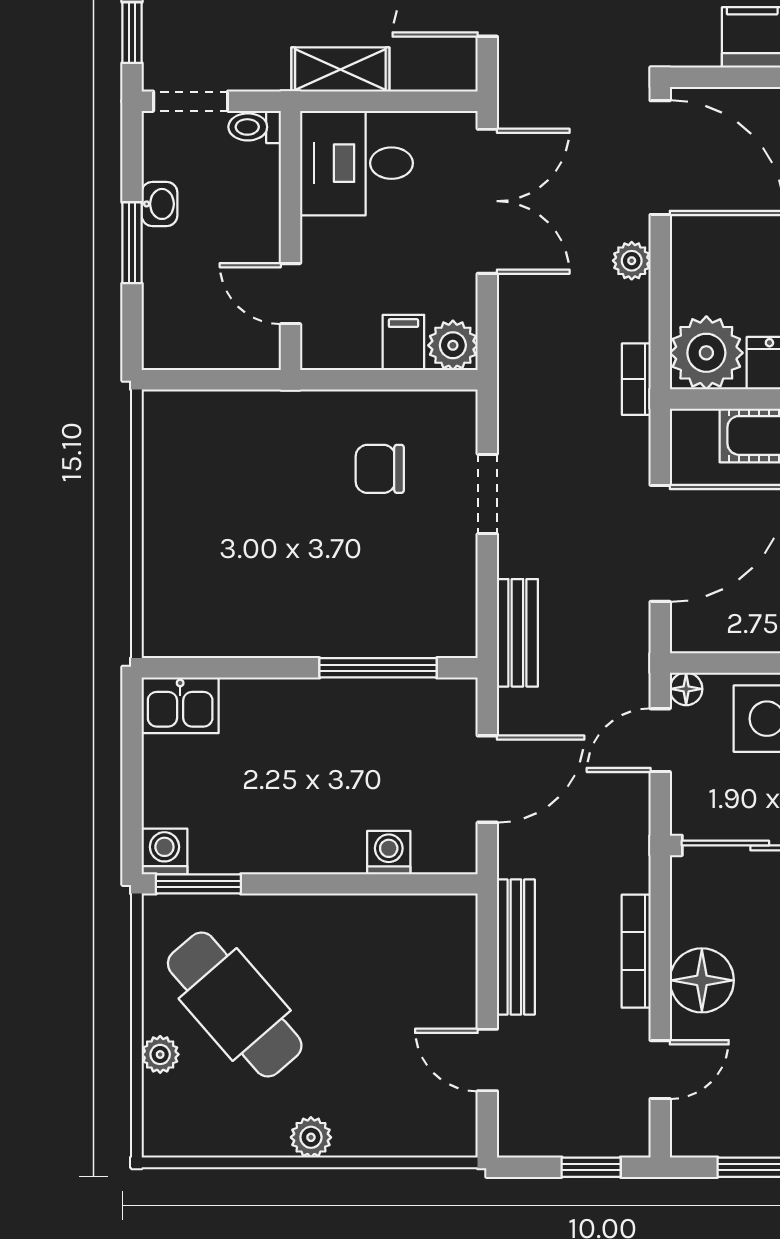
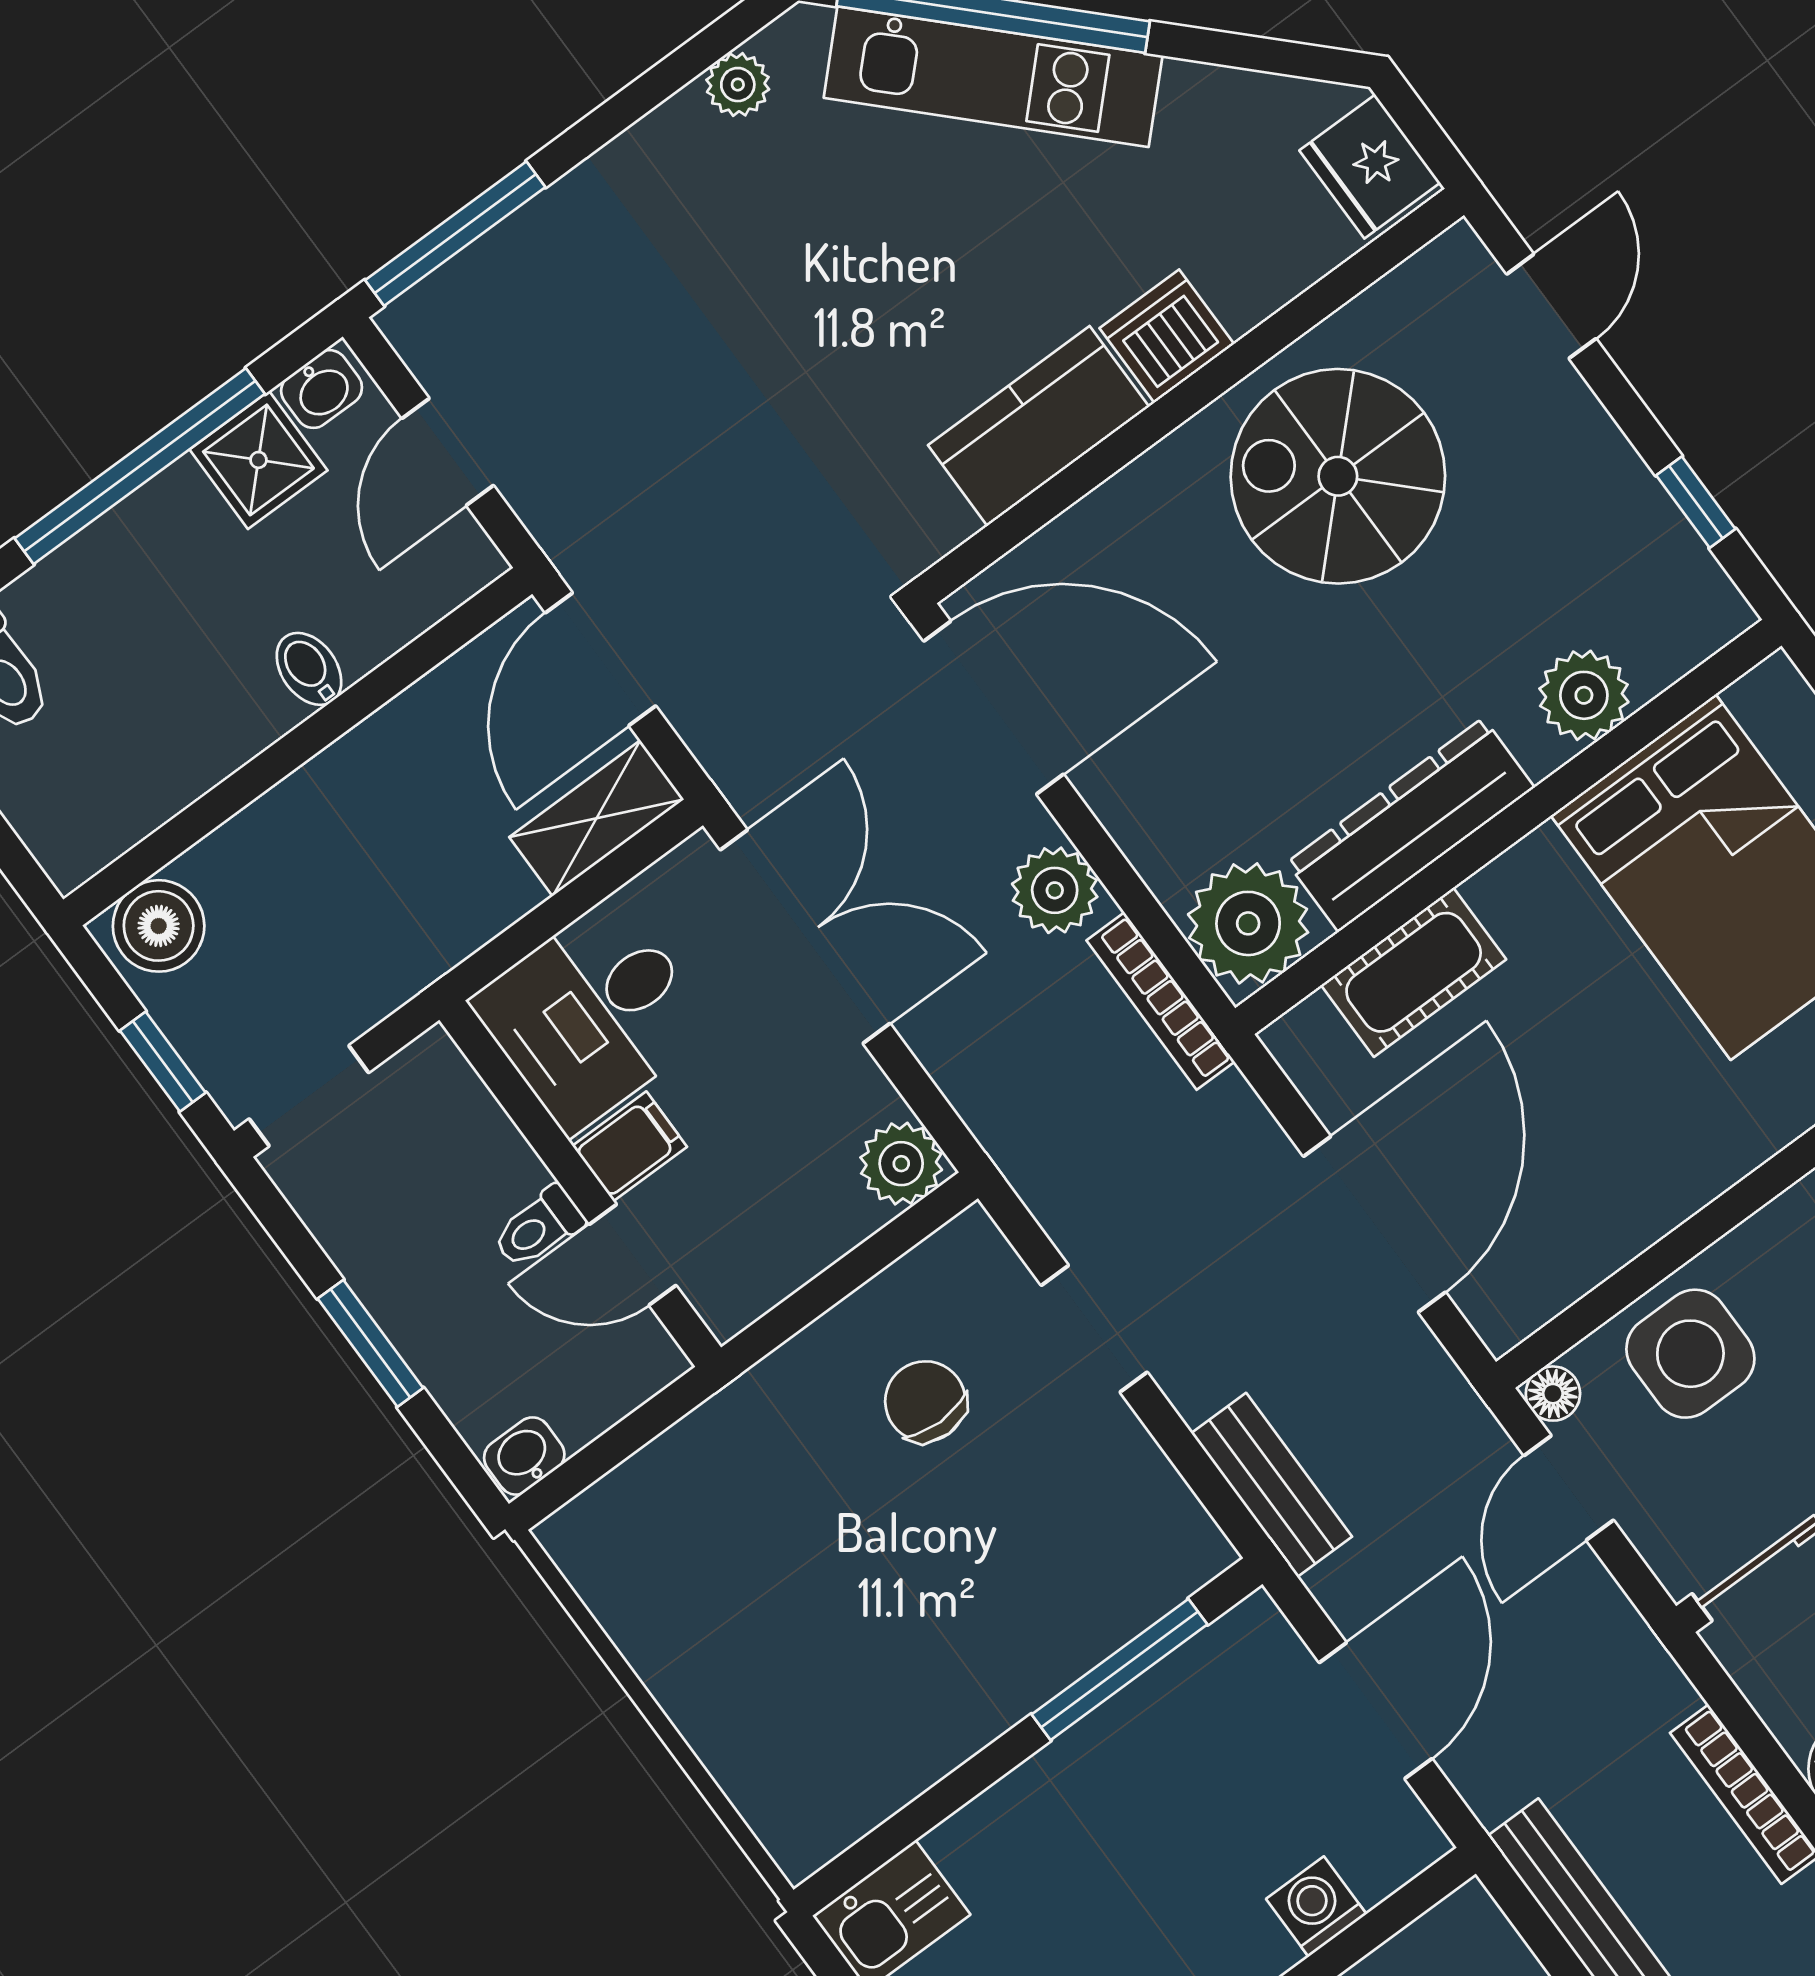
shelving: (340, 70) -> (597, 818), moved
toilet: (255, 127) -> (538, 1227), moved
washbasin: (159, 204) -> (524, 1456), moved, turned -90
plant: (632, 261) -> (1055, 890), width x1.38, depth x1.38
filing cabinet: (403, 342) -> (630, 1146), moved, turned 90
bookcase: (636, 379) -> (1161, 1001), width x1.56
chair: (380, 469) -> (925, 1401), turned 90

